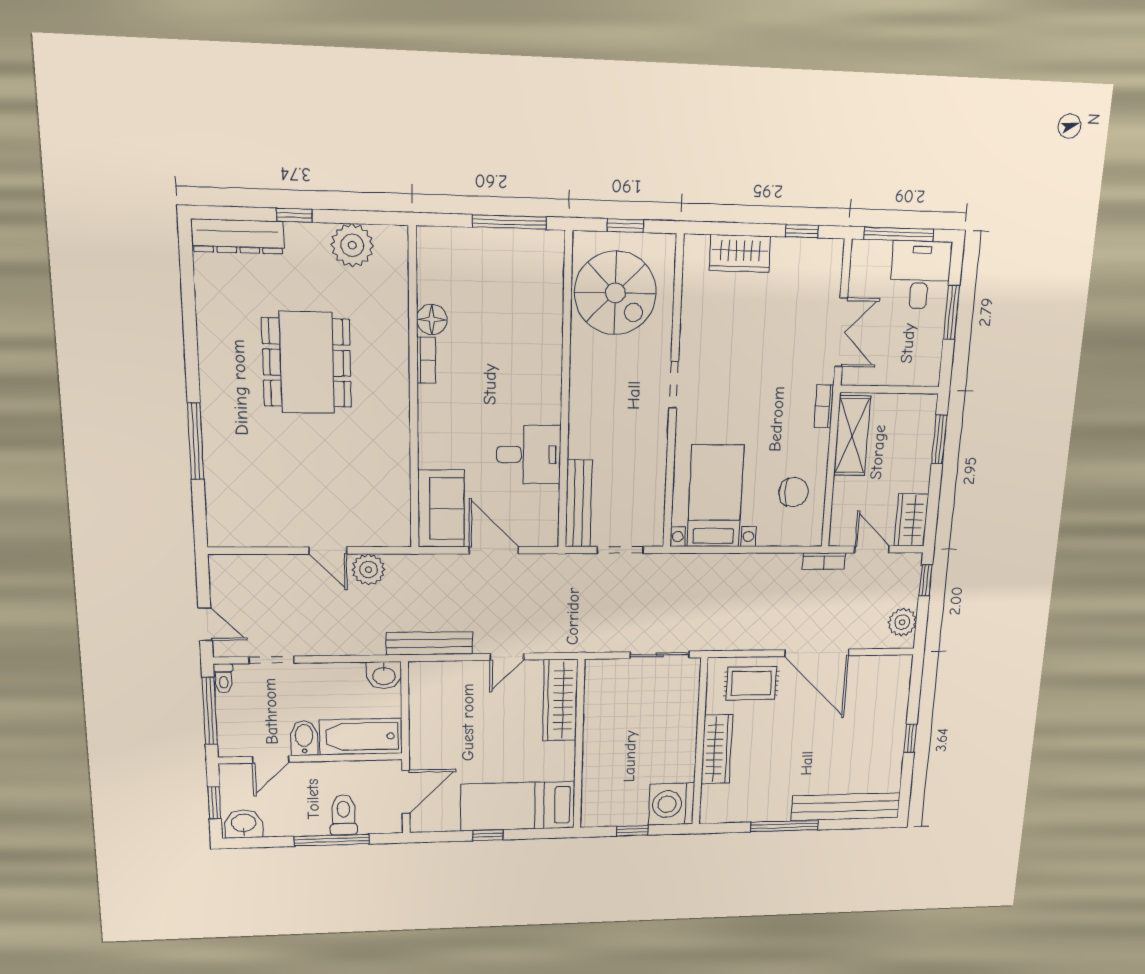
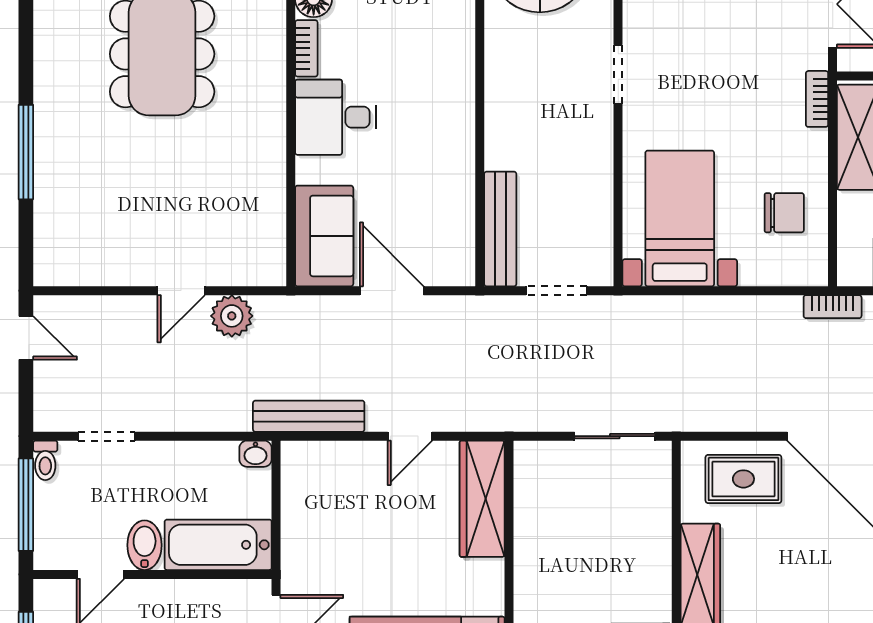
desk: (529, 454) -> (336, 117), moved, turned 180
door: (328, 551) -> (181, 291), hinge flipped
door: (205, 624) -> (26, 338), moved
washbasin: (384, 675) -> (255, 454), width x0.72, depth x0.69

